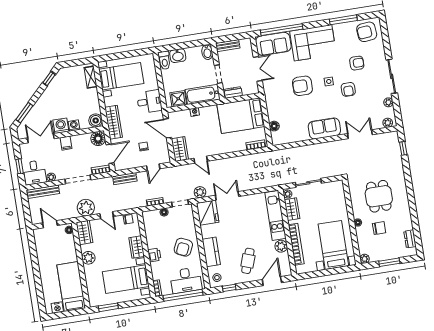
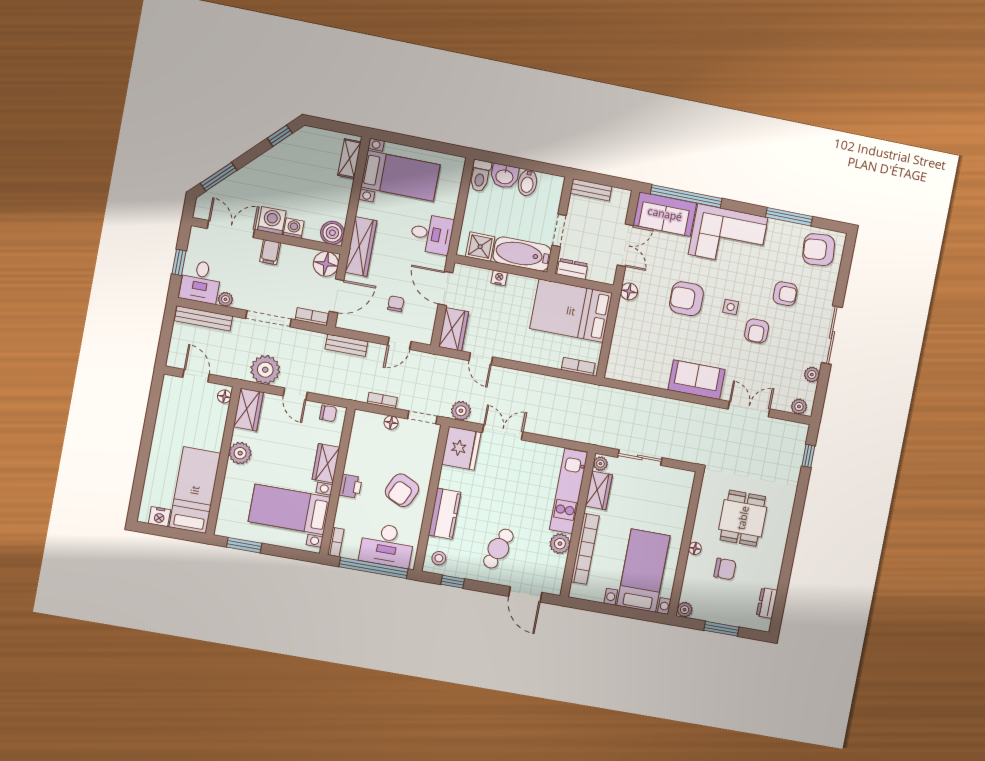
bidet: (207, 52) -> (527, 183), moved
floor lamp: (274, 126) -> (629, 291), moved
door: (272, 281) -> (525, 594), swing flipped

